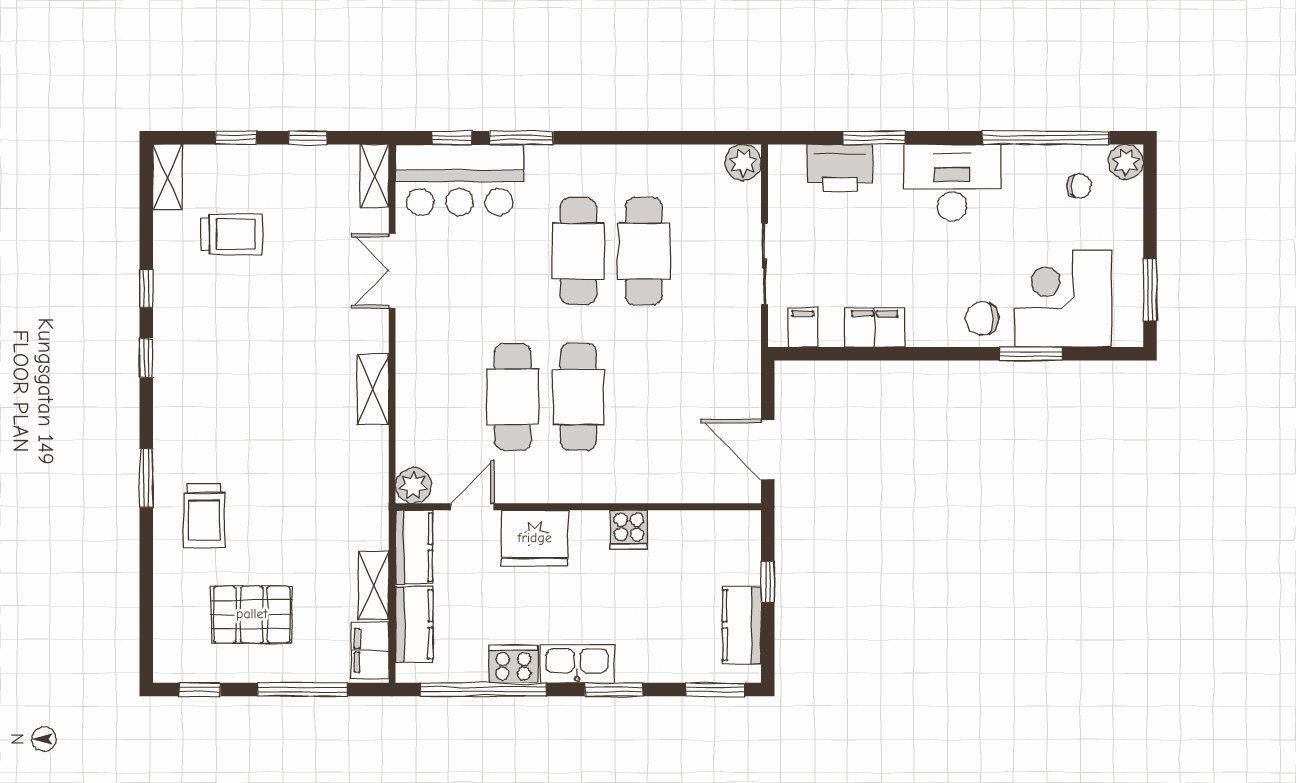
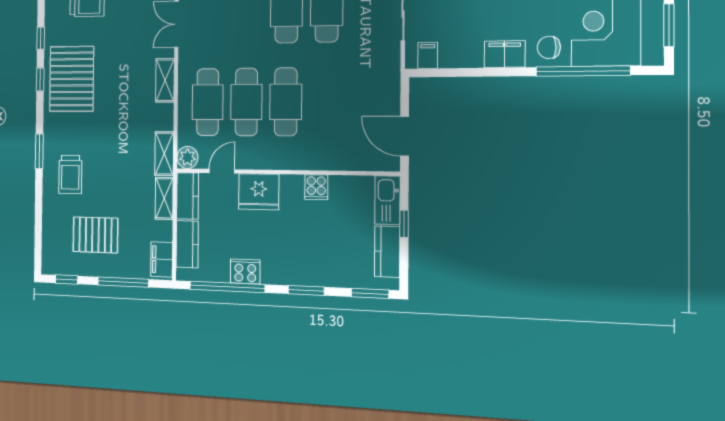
filing cabinet: (875, 327) -> (505, 54), moved
window: (1031, 354) -> (583, 71), width x2.11
pallet: (205, 357) -> (72, 79), added
shelving: (373, 389) -> (165, 80), moved
cafe table: (447, 397) -> (208, 102), added
shelving: (373, 480) -> (164, 154), added
shelving: (374, 586) -> (164, 198), moved
kitchen sink: (577, 663) -> (387, 200), moved, turned -90

